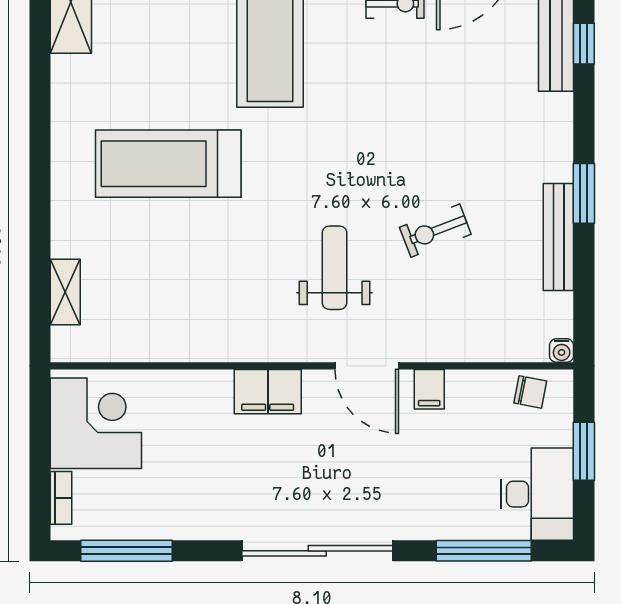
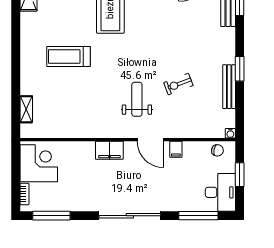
treadmill: (168, 164) -> (69, 56), width x0.73, depth x0.73

